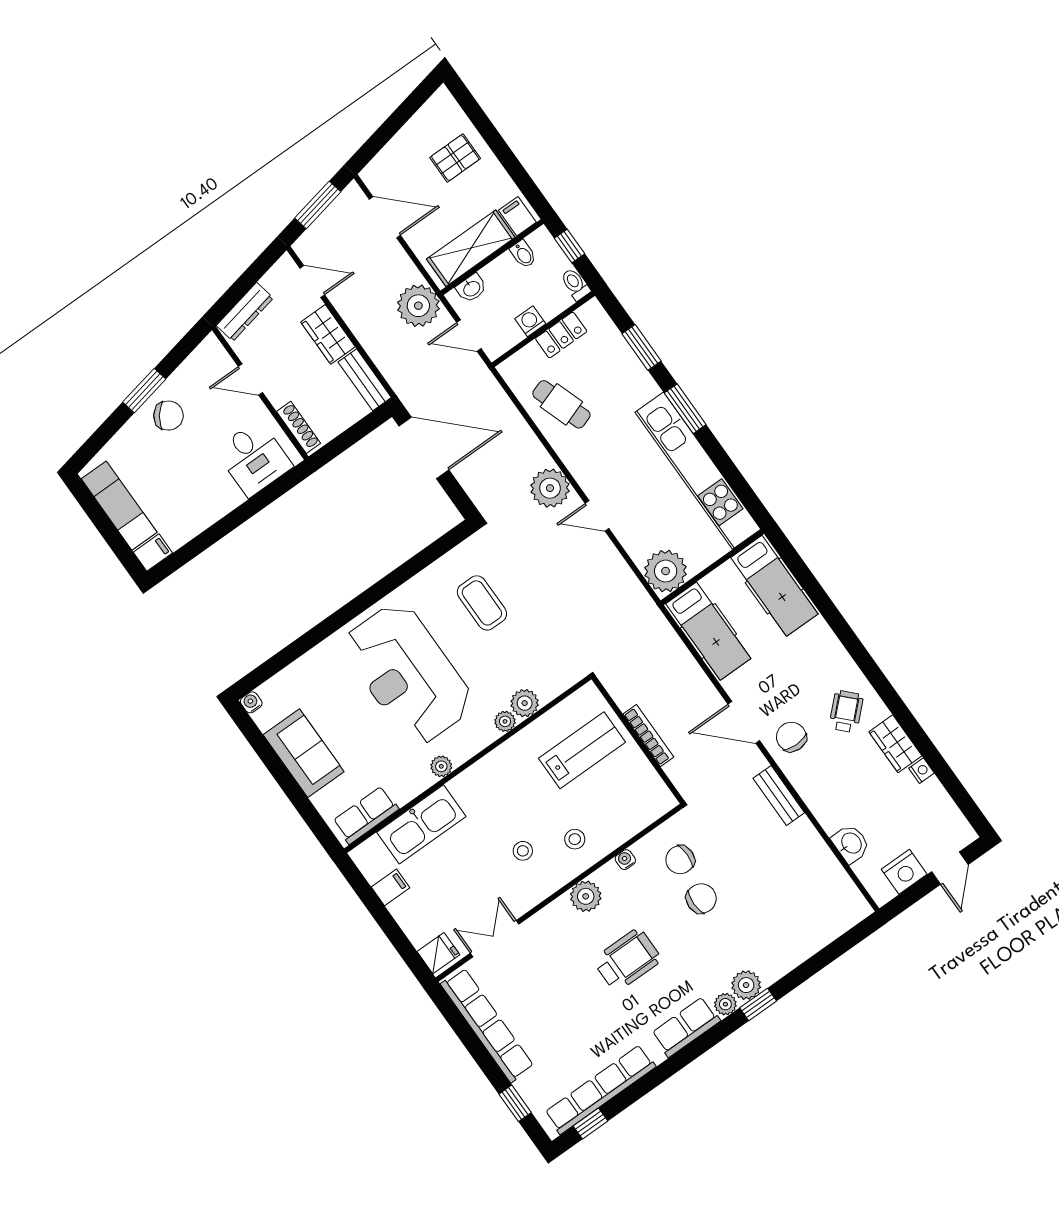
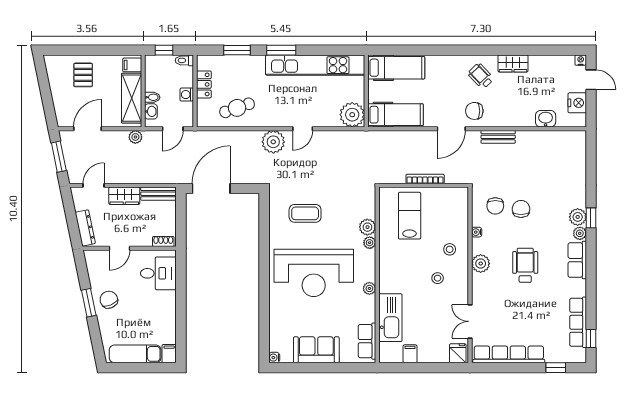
bidet: (523, 254) -> (152, 97), moved
plant: (418, 306) -> (135, 137), width x0.53, depth x0.53
chair: (168, 416) -> (109, 300), turned -60
shoe rack: (299, 427) -> (163, 241), width x0.70
nightstand: (921, 771) -> (581, 60), moved
row of seats: (600, 1090) -> (578, 322), width x0.73

